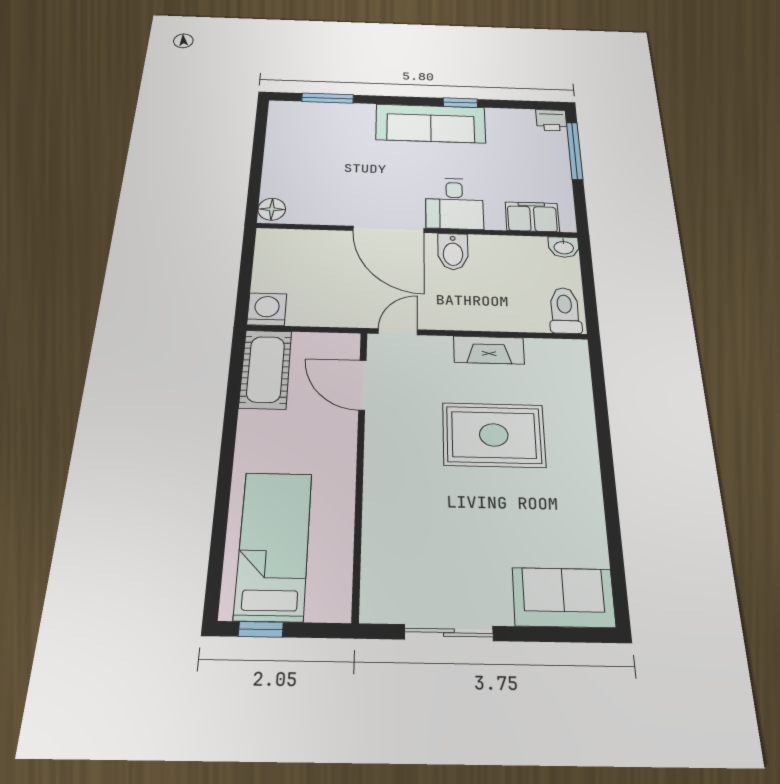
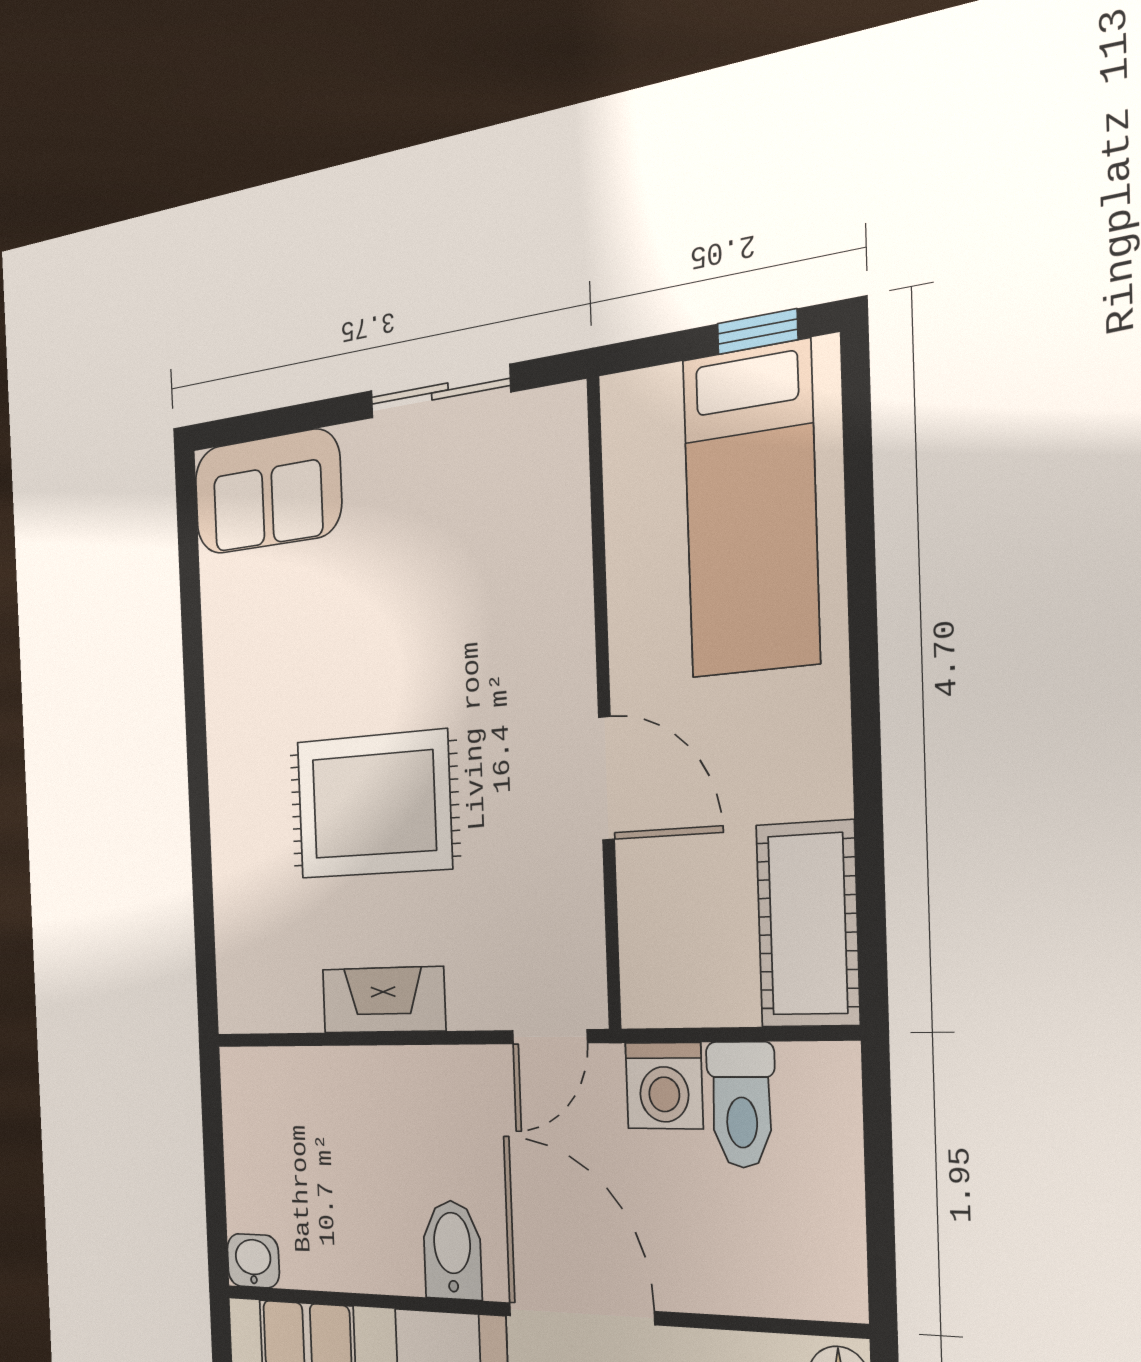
washing machine: (267, 309) -> (664, 1086), moved
toilet: (565, 310) -> (742, 1105), moved
door: (362, 385) -> (607, 778), moved

